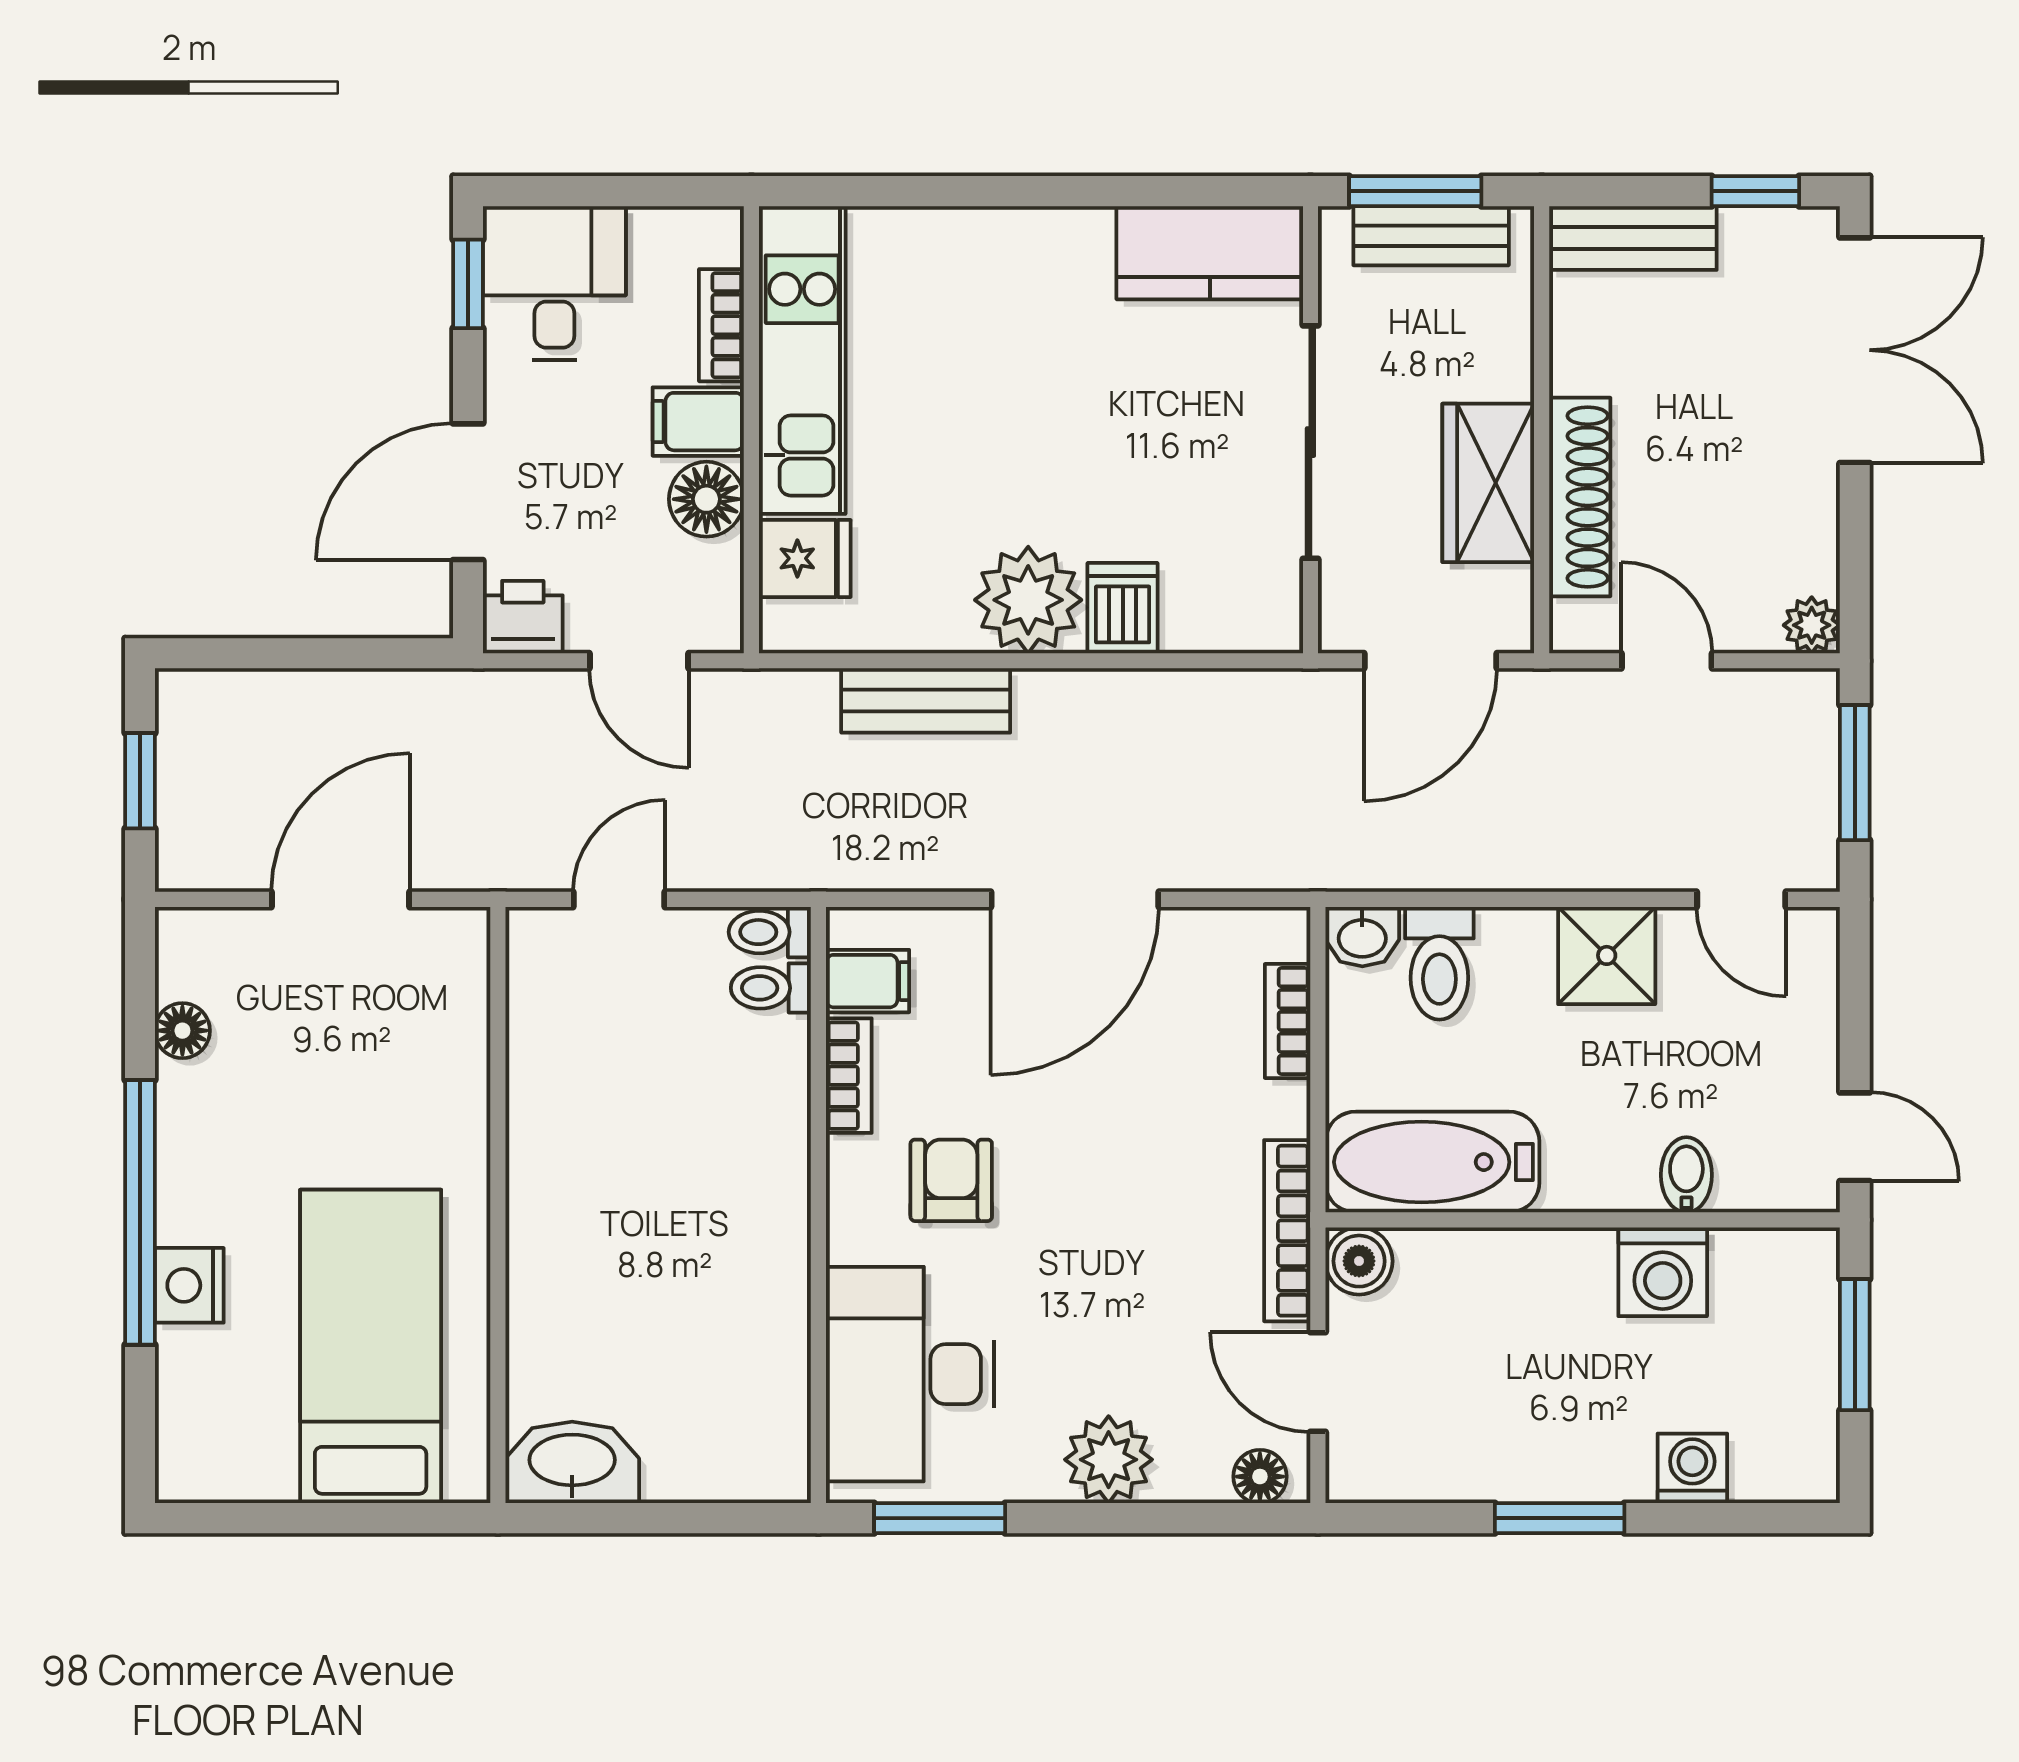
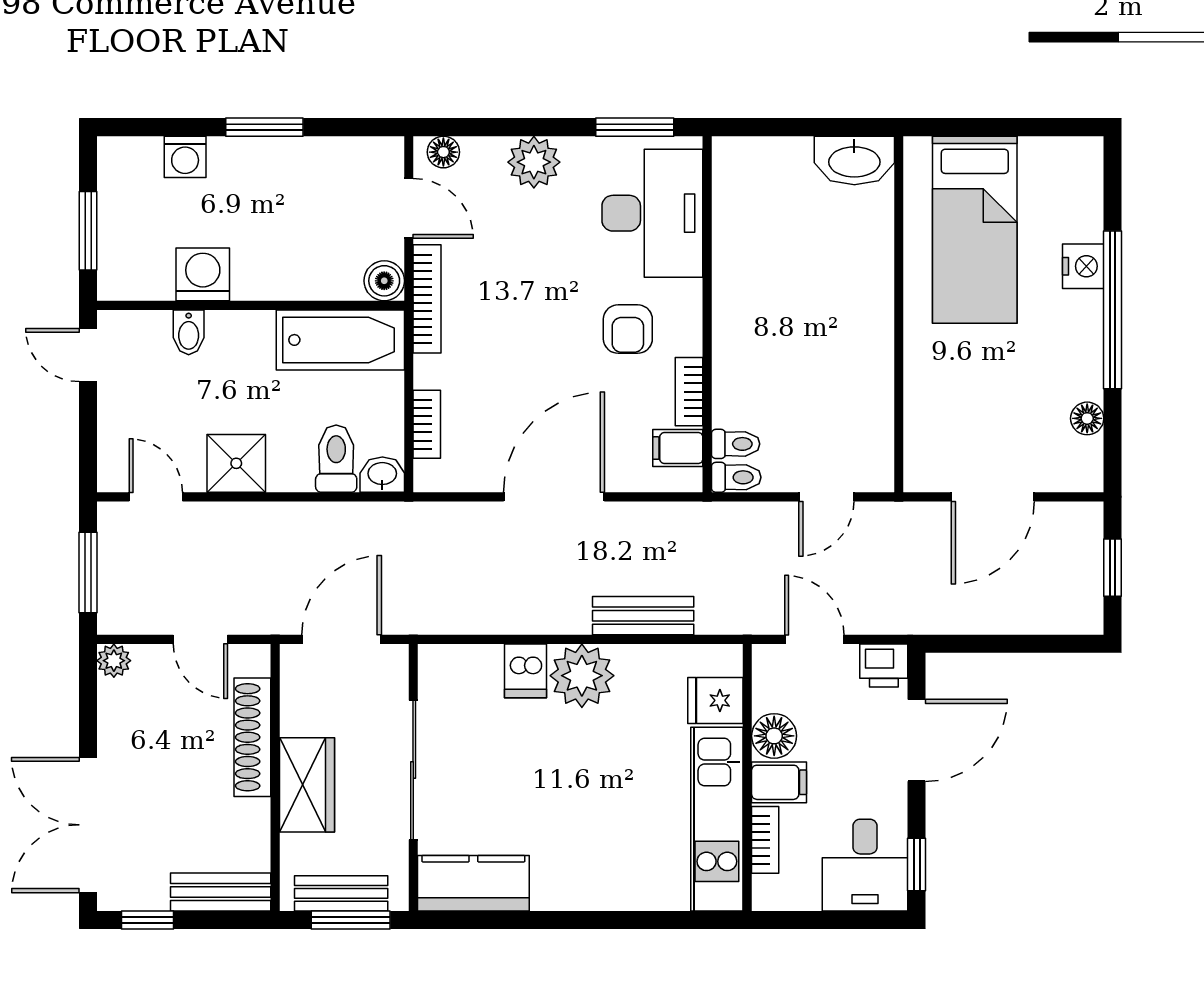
wardrobe: (1488, 483) -> (307, 785), moved

